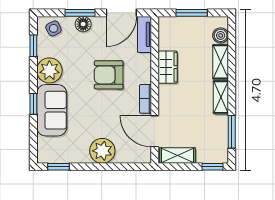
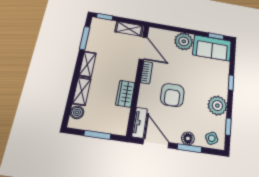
door: (121, 13) -> (156, 143), hinge flipped
armchair: (109, 75) -> (172, 95), turned 90
sofa: (52, 110) -> (212, 48), moved, turned -90

